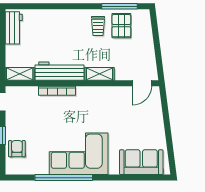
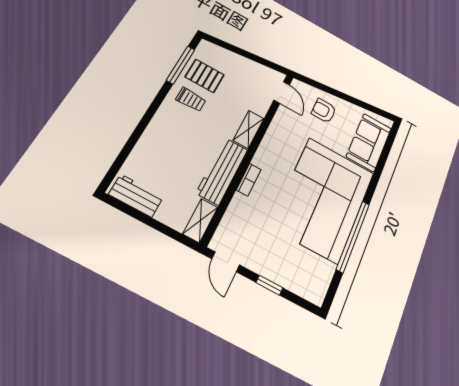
bookcase: (57, 91) -> (249, 180), width x0.64
armchair: (17, 149) -> (324, 111), moved
corner sofa: (79, 154) -> (323, 199), width x1.36, depth x1.36

